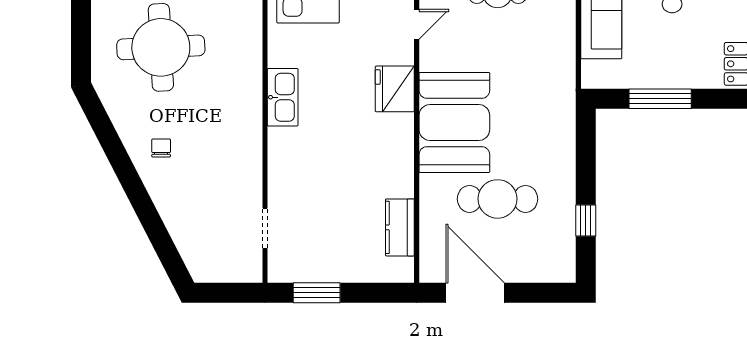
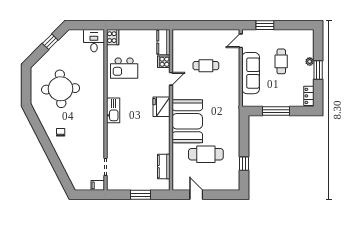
filing cabinet: (247, 271) -> (98, 185), added
window: (317, 293) -> (141, 195), moved
door: (475, 293) -> (196, 195), width x0.53

